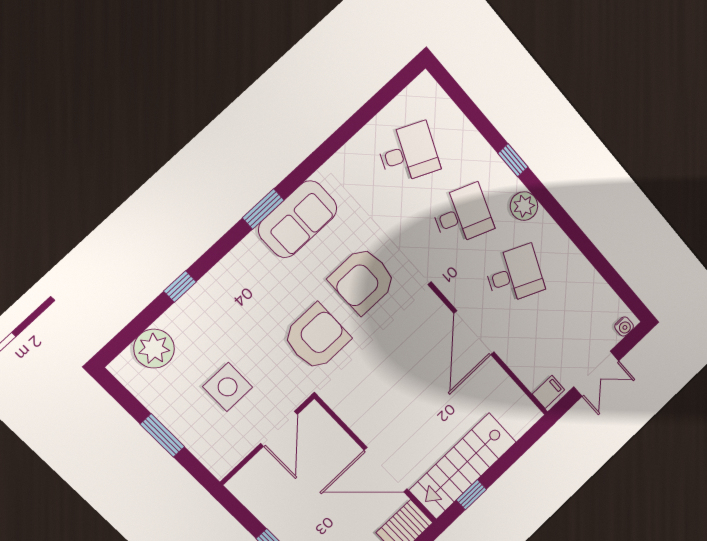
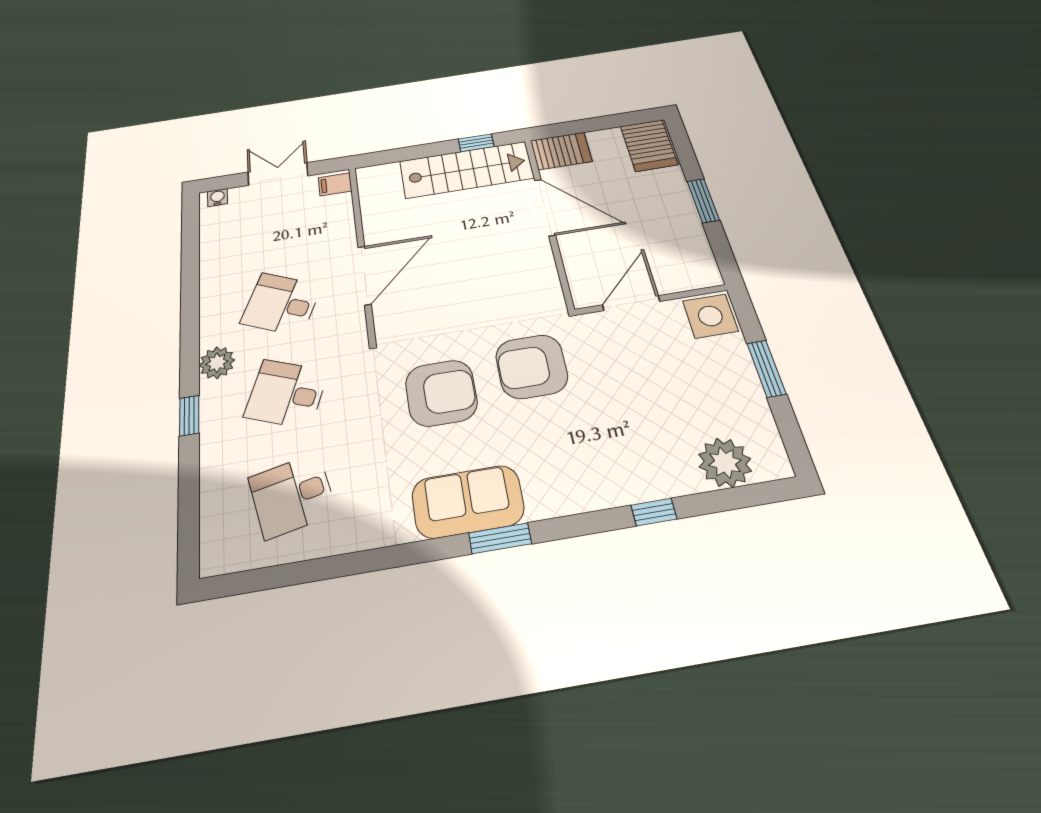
desk: (408, 153) -> (292, 495), turned -36
side table: (228, 387) -> (710, 316), moved

